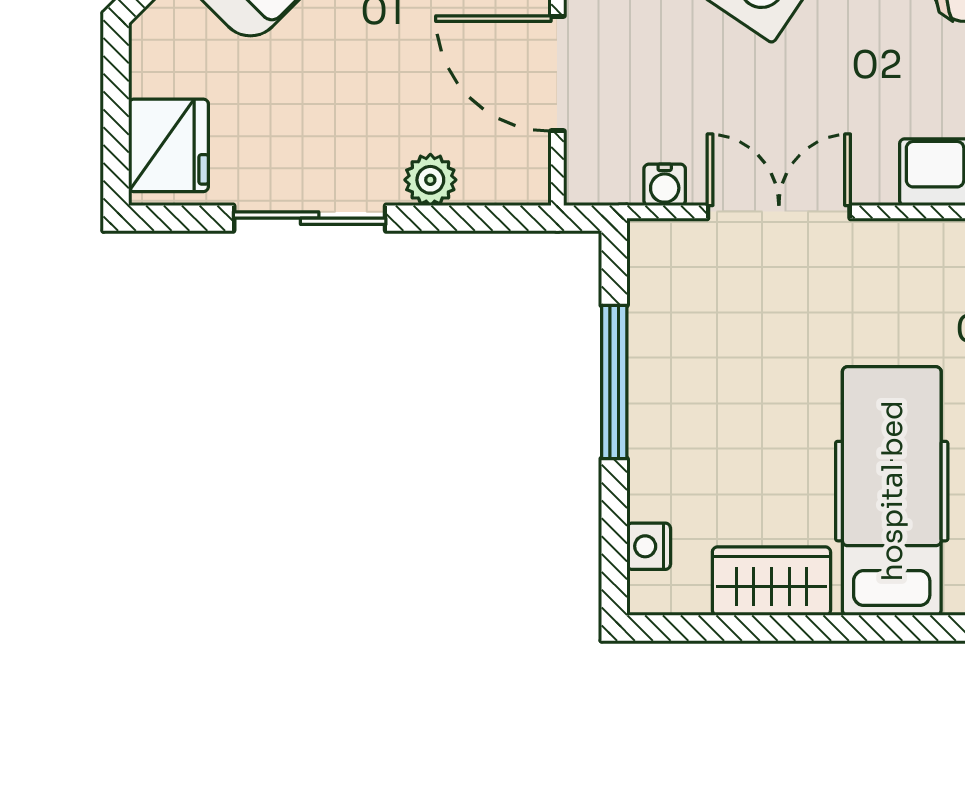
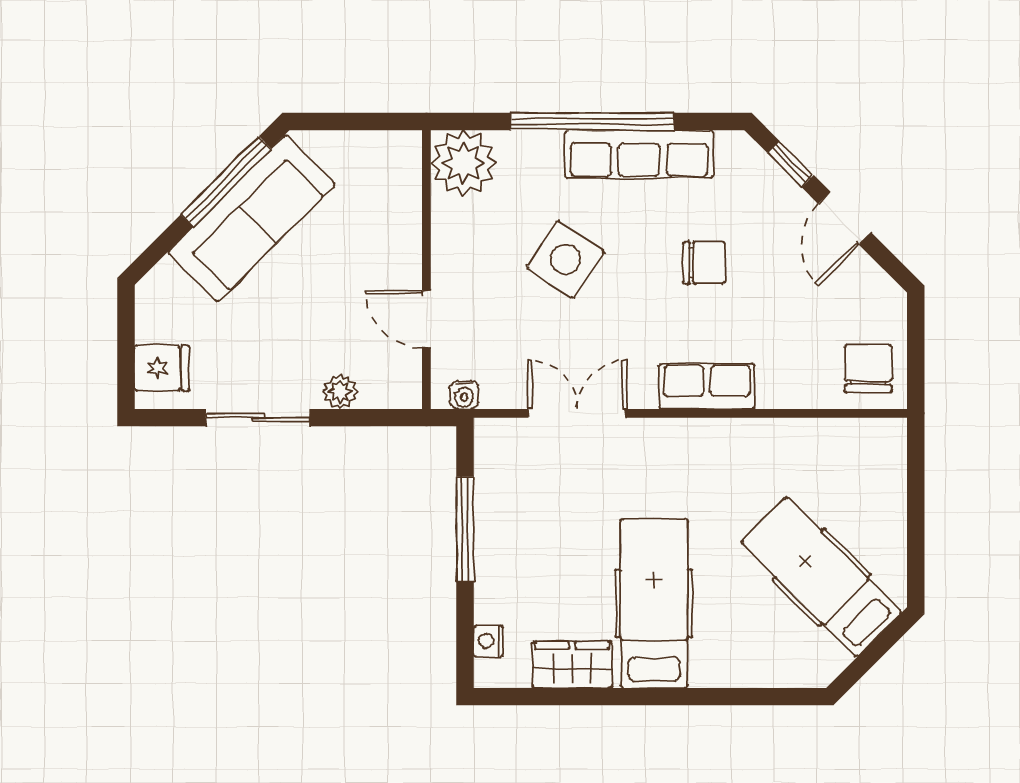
door: (557, 73) -> (426, 319), width x0.73
fridge: (169, 145) -> (162, 368), width x0.72
water cooler: (665, 185) -> (464, 395), moved

